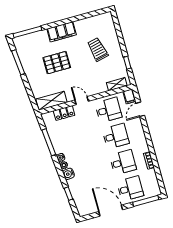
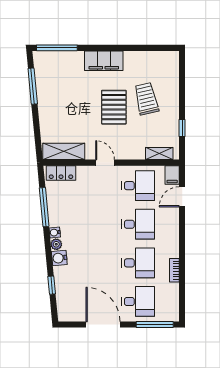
pallet: (57, 63) -> (114, 107), moved, turned 90
locker: (64, 113) -> (61, 173), moved

